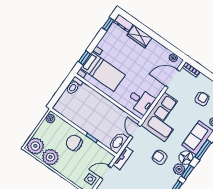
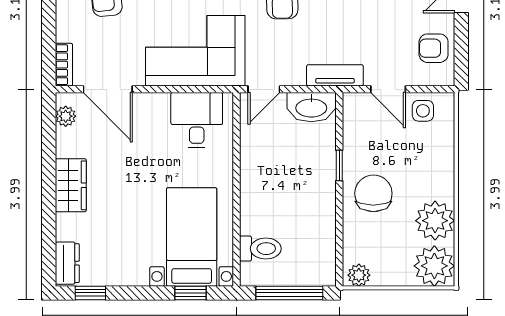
wardrobe: (140, 36) -> (71, 185), moved
toilet: (74, 86) -> (260, 249), moved
window: (61, 91) -> (289, 293), added
chair: (74, 143) -> (373, 193), turned 180

